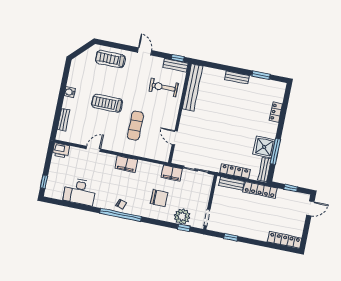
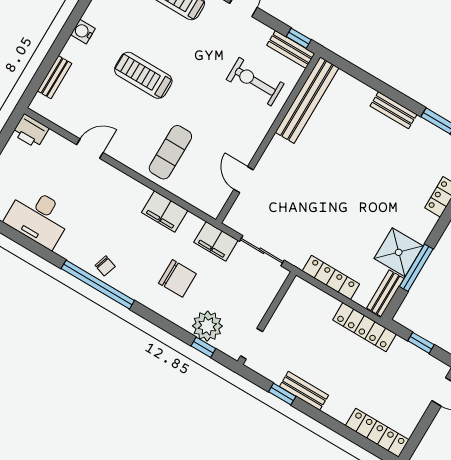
exercise mat: (135, 126) -> (170, 152), moved
filing cabinet: (126, 164) -> (165, 211), moved
bench: (231, 183) -> (304, 391), moved

